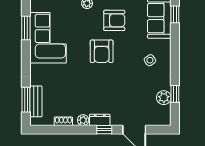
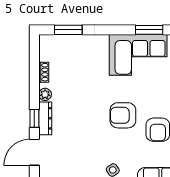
bench: (36, 101) -> (66, 41), removed
dresser: (100, 120) -> (45, 118), width x1.44

